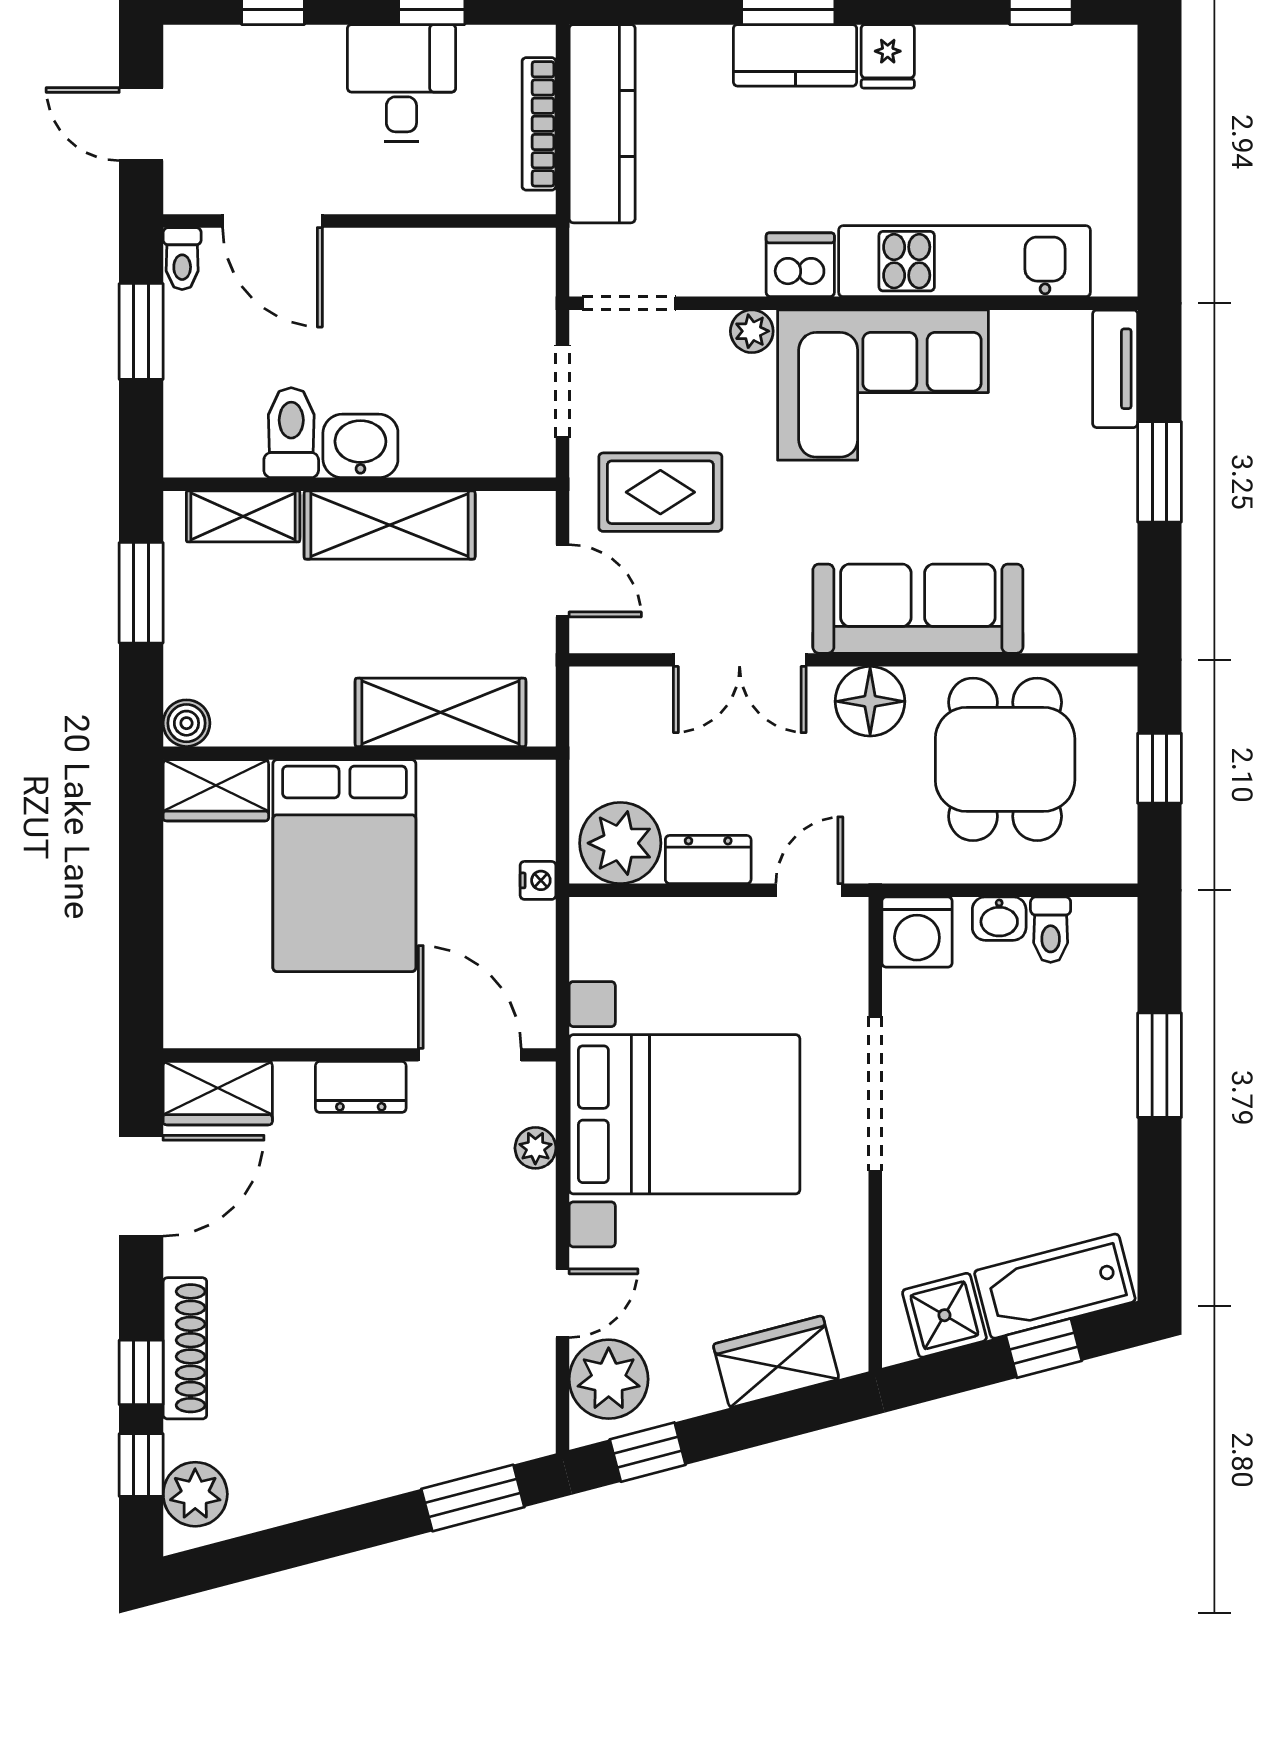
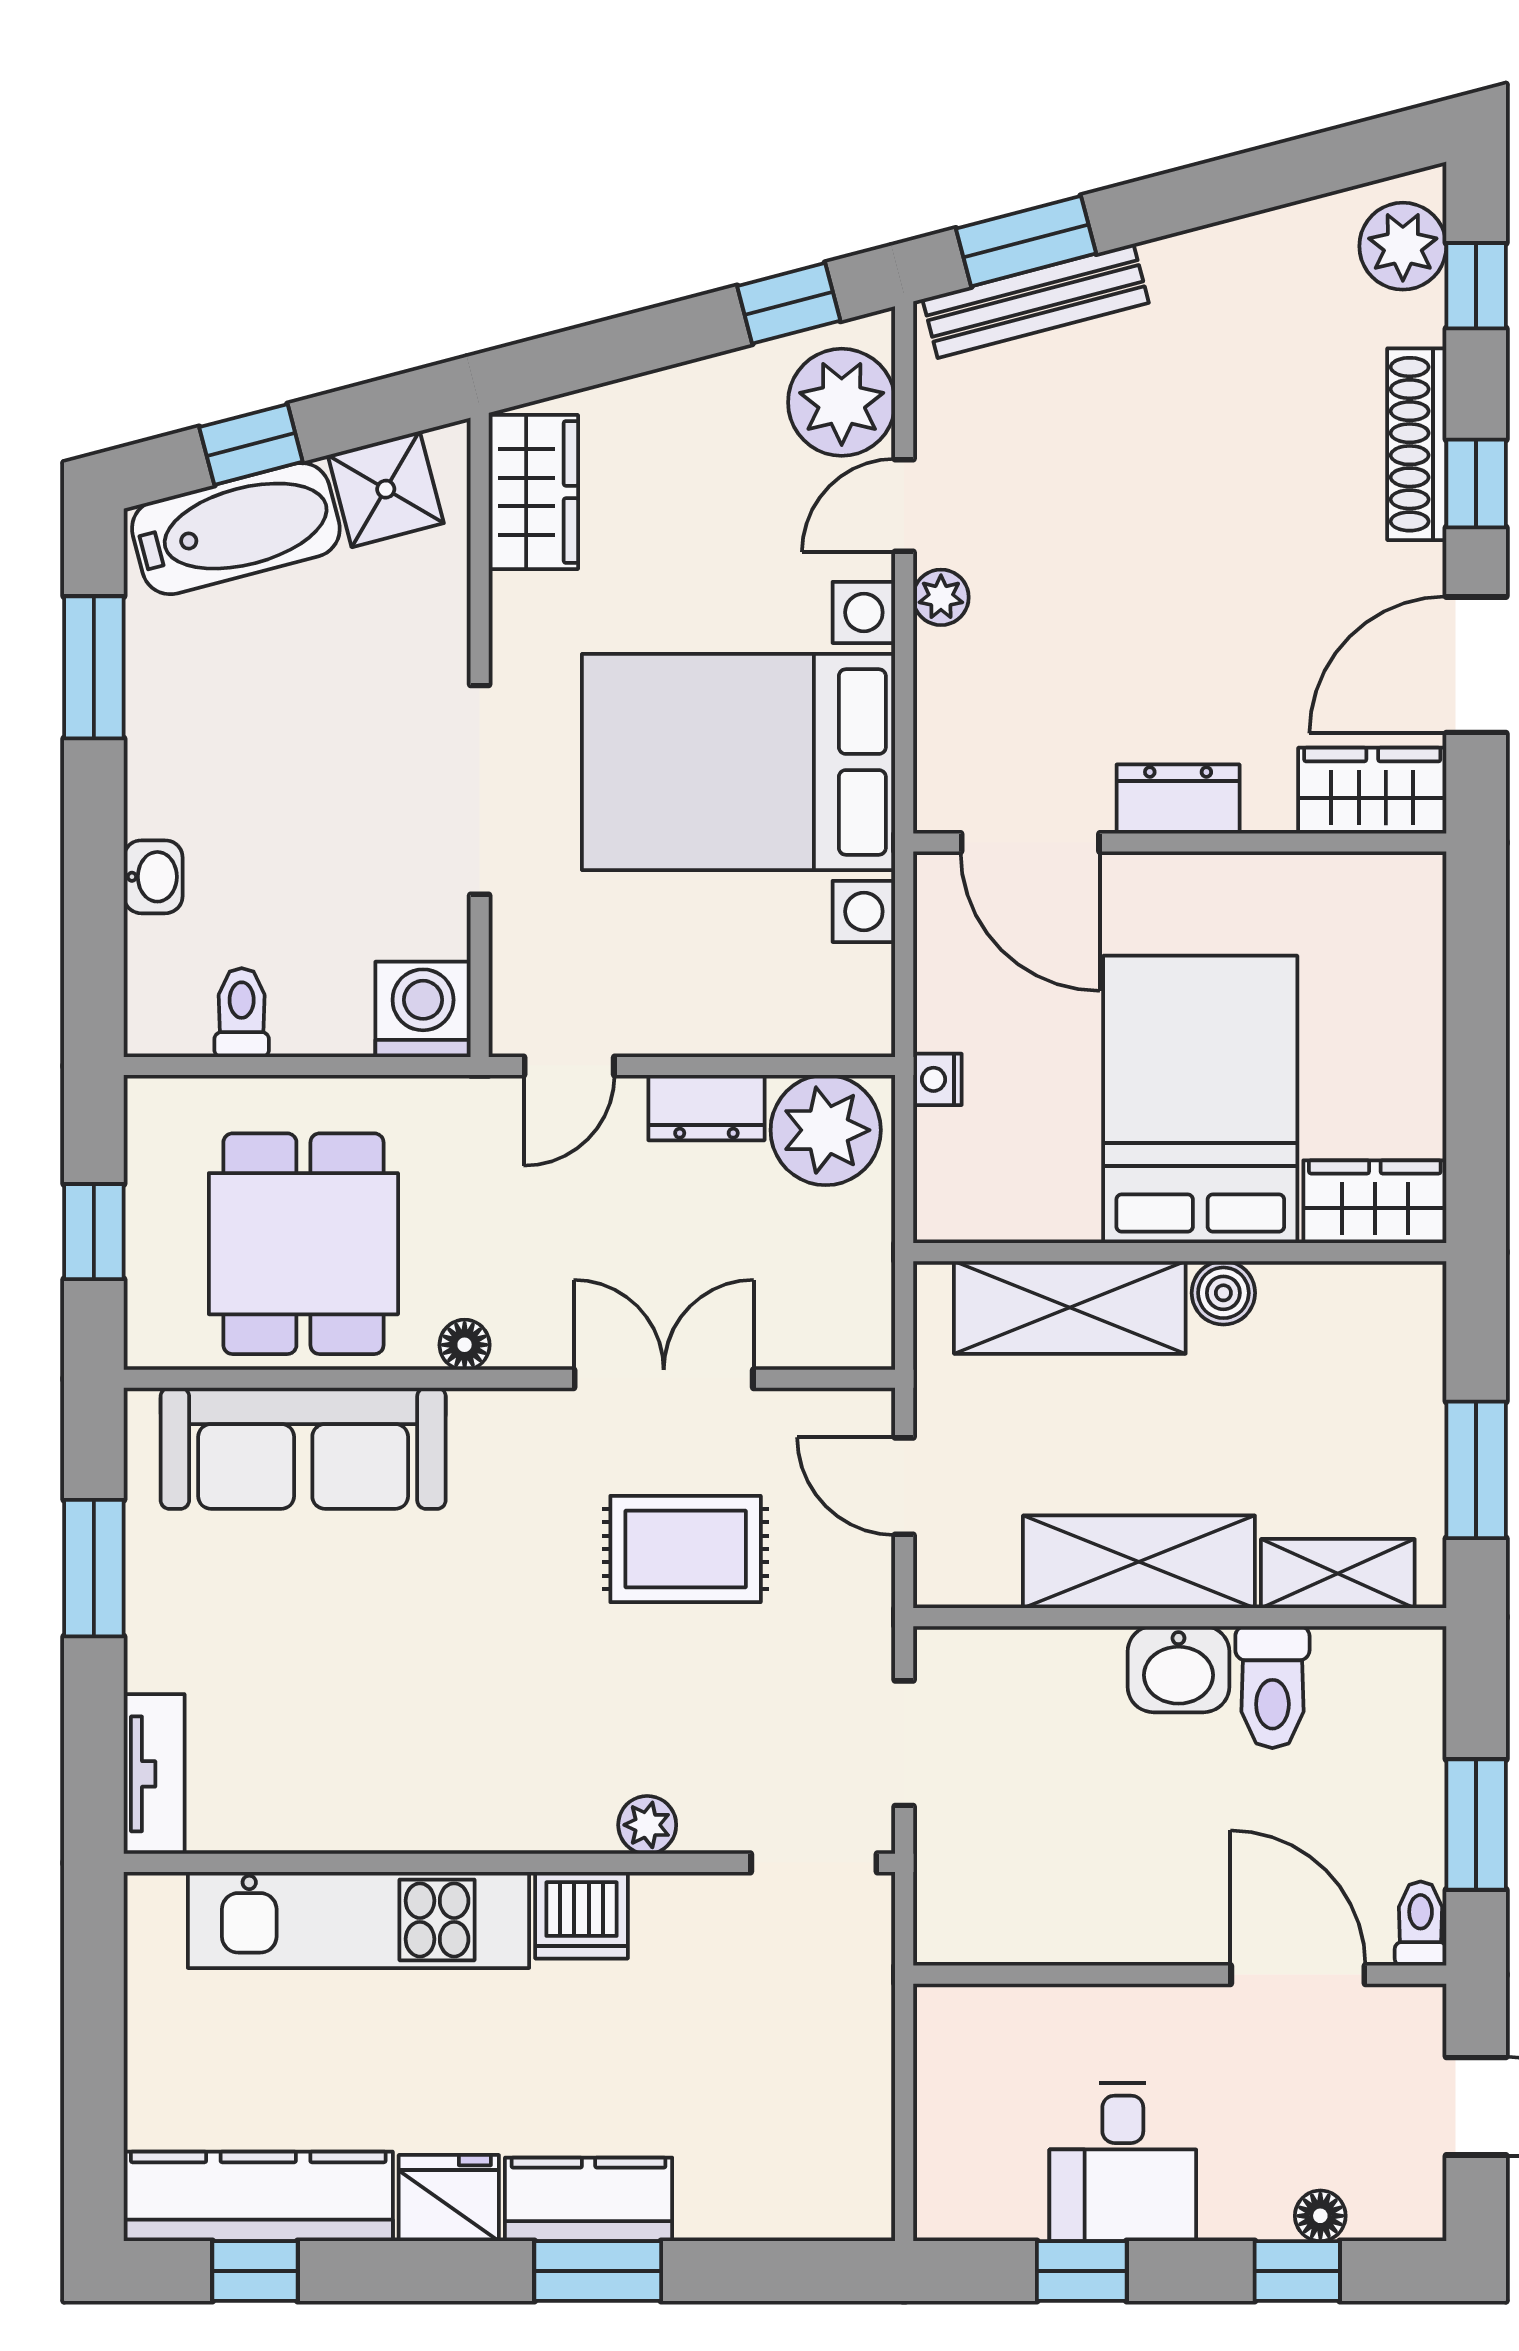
floor lamp: (256, 43) -> (1320, 2216), added
fridge: (888, 56) -> (449, 2198), width x1.38
bookcase: (539, 124) -> (936, 2106), removed
kitchen counter: (602, 124) -> (258, 2196), moved, turned 90
corner sofa: (883, 385) -> (469, 1752), removed
window: (1159, 472) -> (94, 1568), moved
rug: (660, 492) -> (686, 1549), moved
sofa: (918, 609) -> (303, 1448), moved
floor lamp: (870, 701) -> (465, 1345), width x0.53, depth x0.53
boiler: (186, 723) -> (1223, 1293), moved
washbasin: (999, 919) -> (153, 877), moved, turned 90
window: (1159, 1065) -> (94, 667), moved
plant: (535, 1148) -> (941, 597), moved
wardrobe: (776, 1362) -> (533, 492), moved, turned -75
window: (141, 1372) -> (1476, 484), moved
bench: (466, 1454) -> (1036, 301), added

